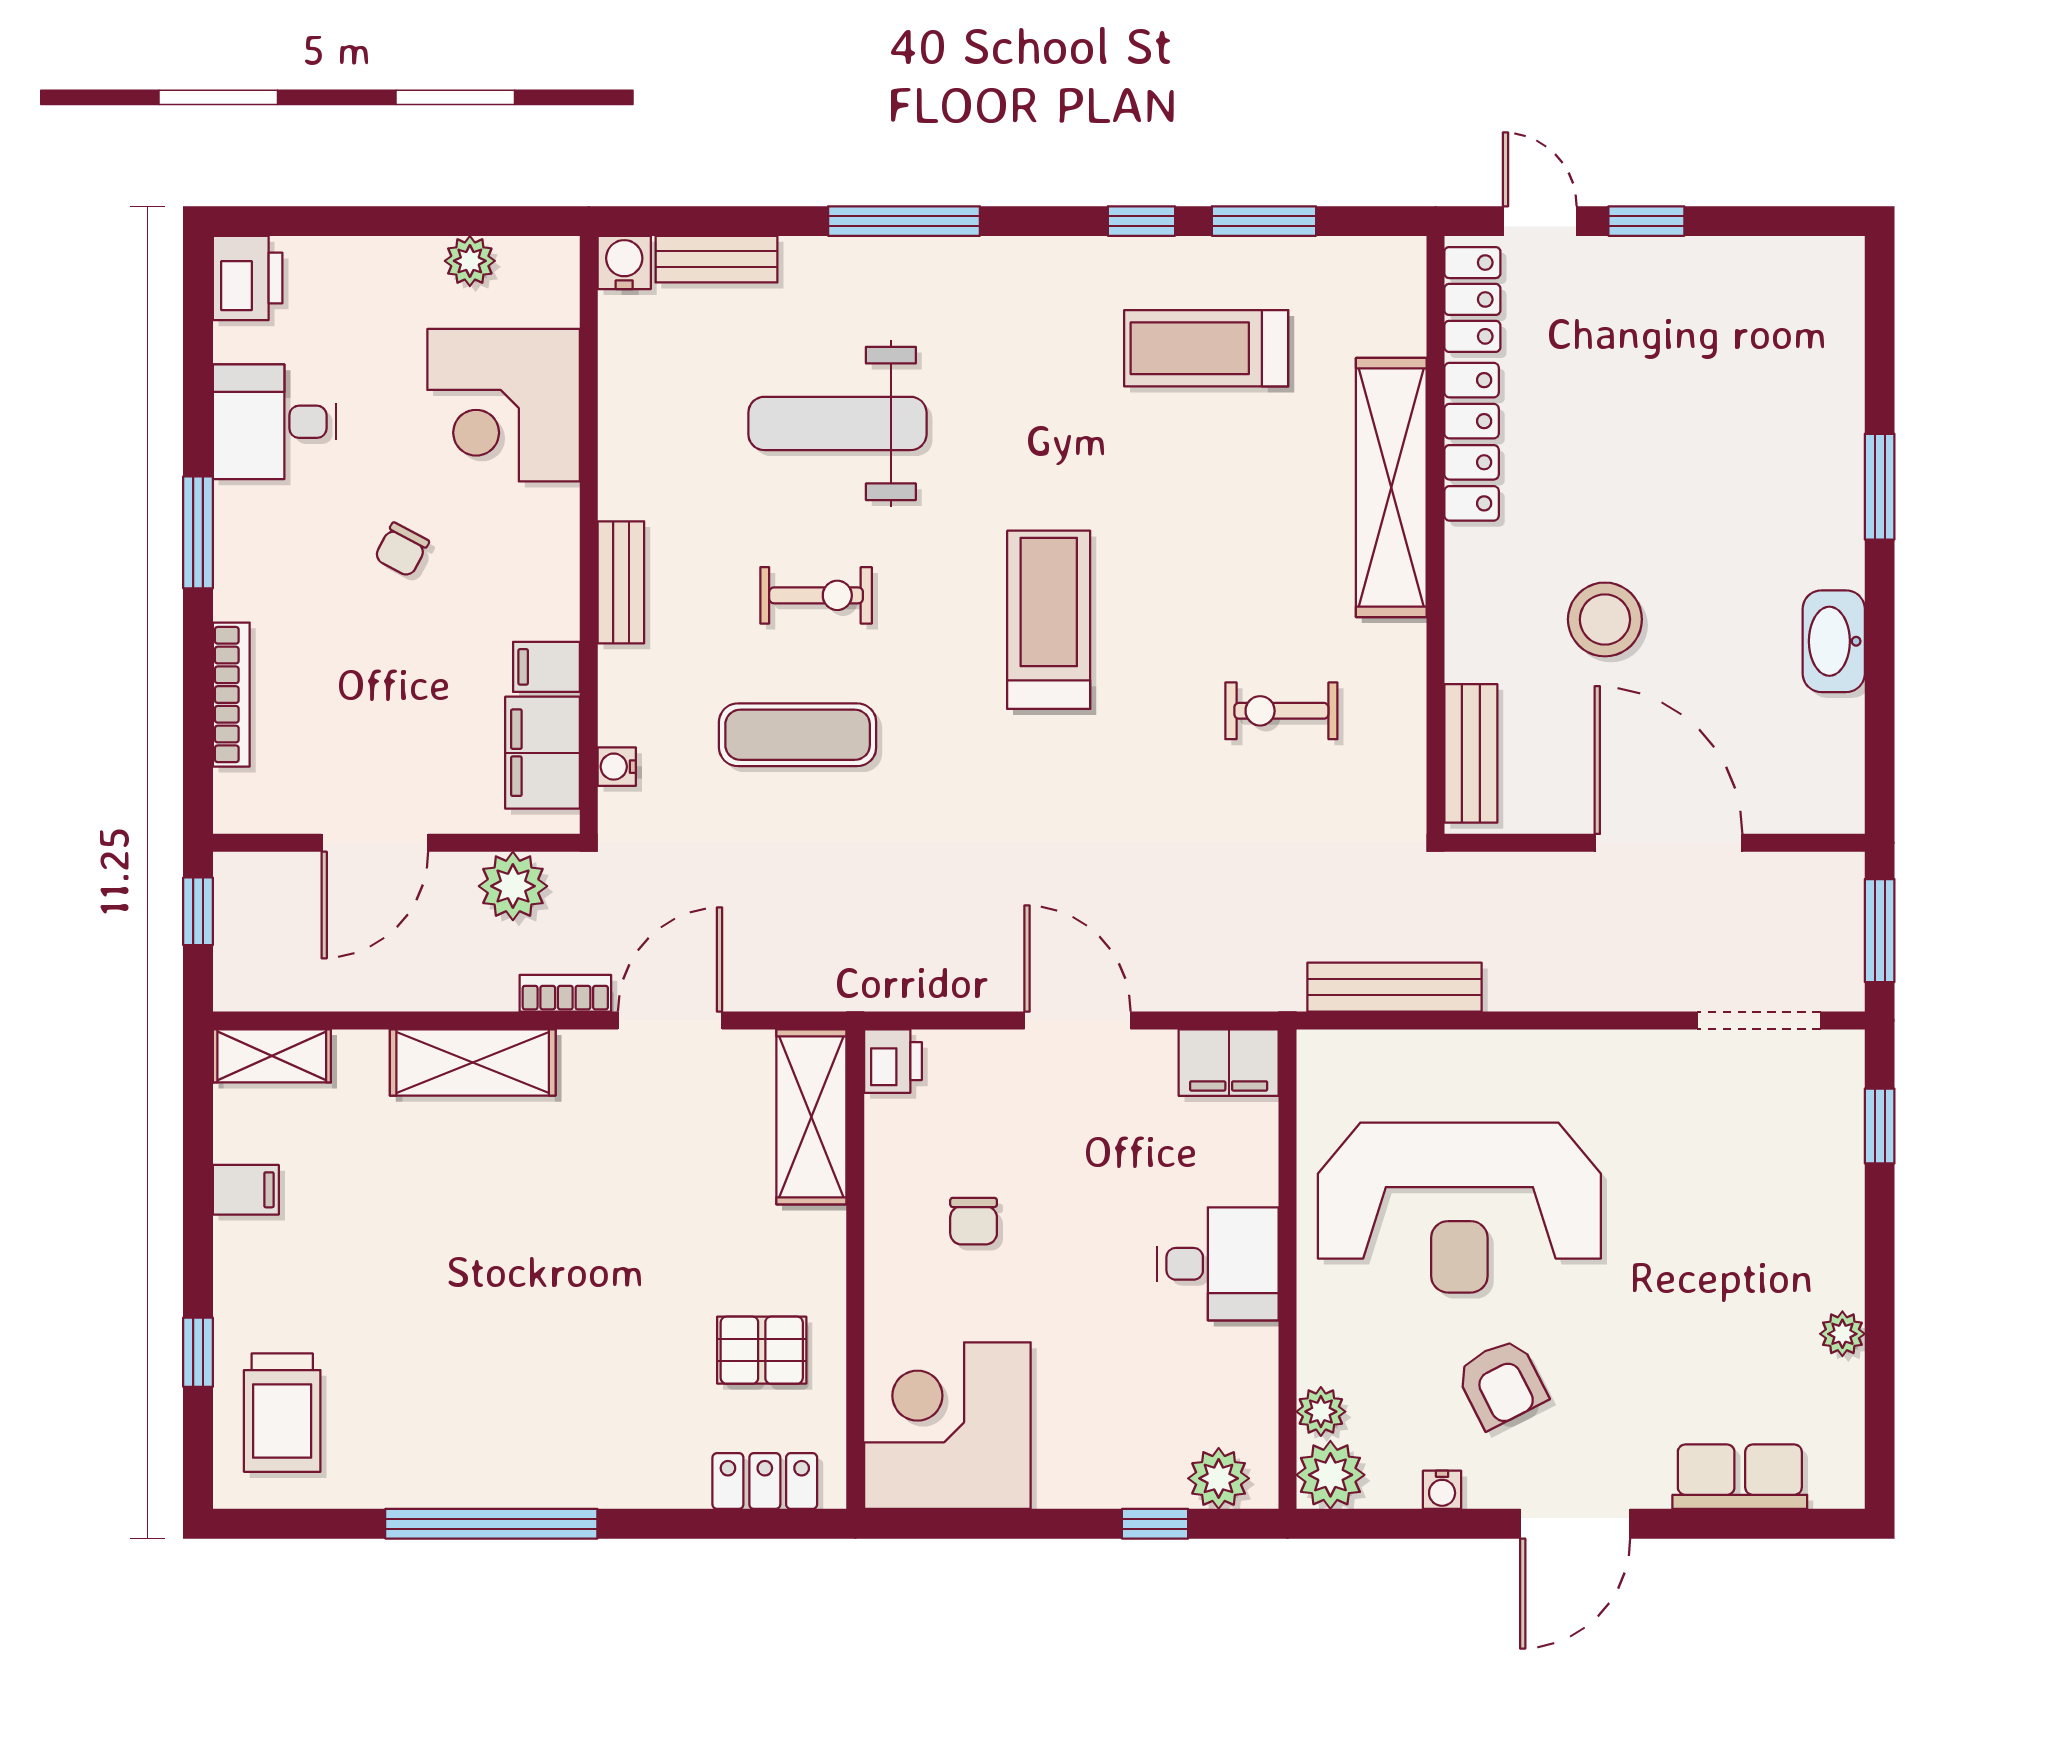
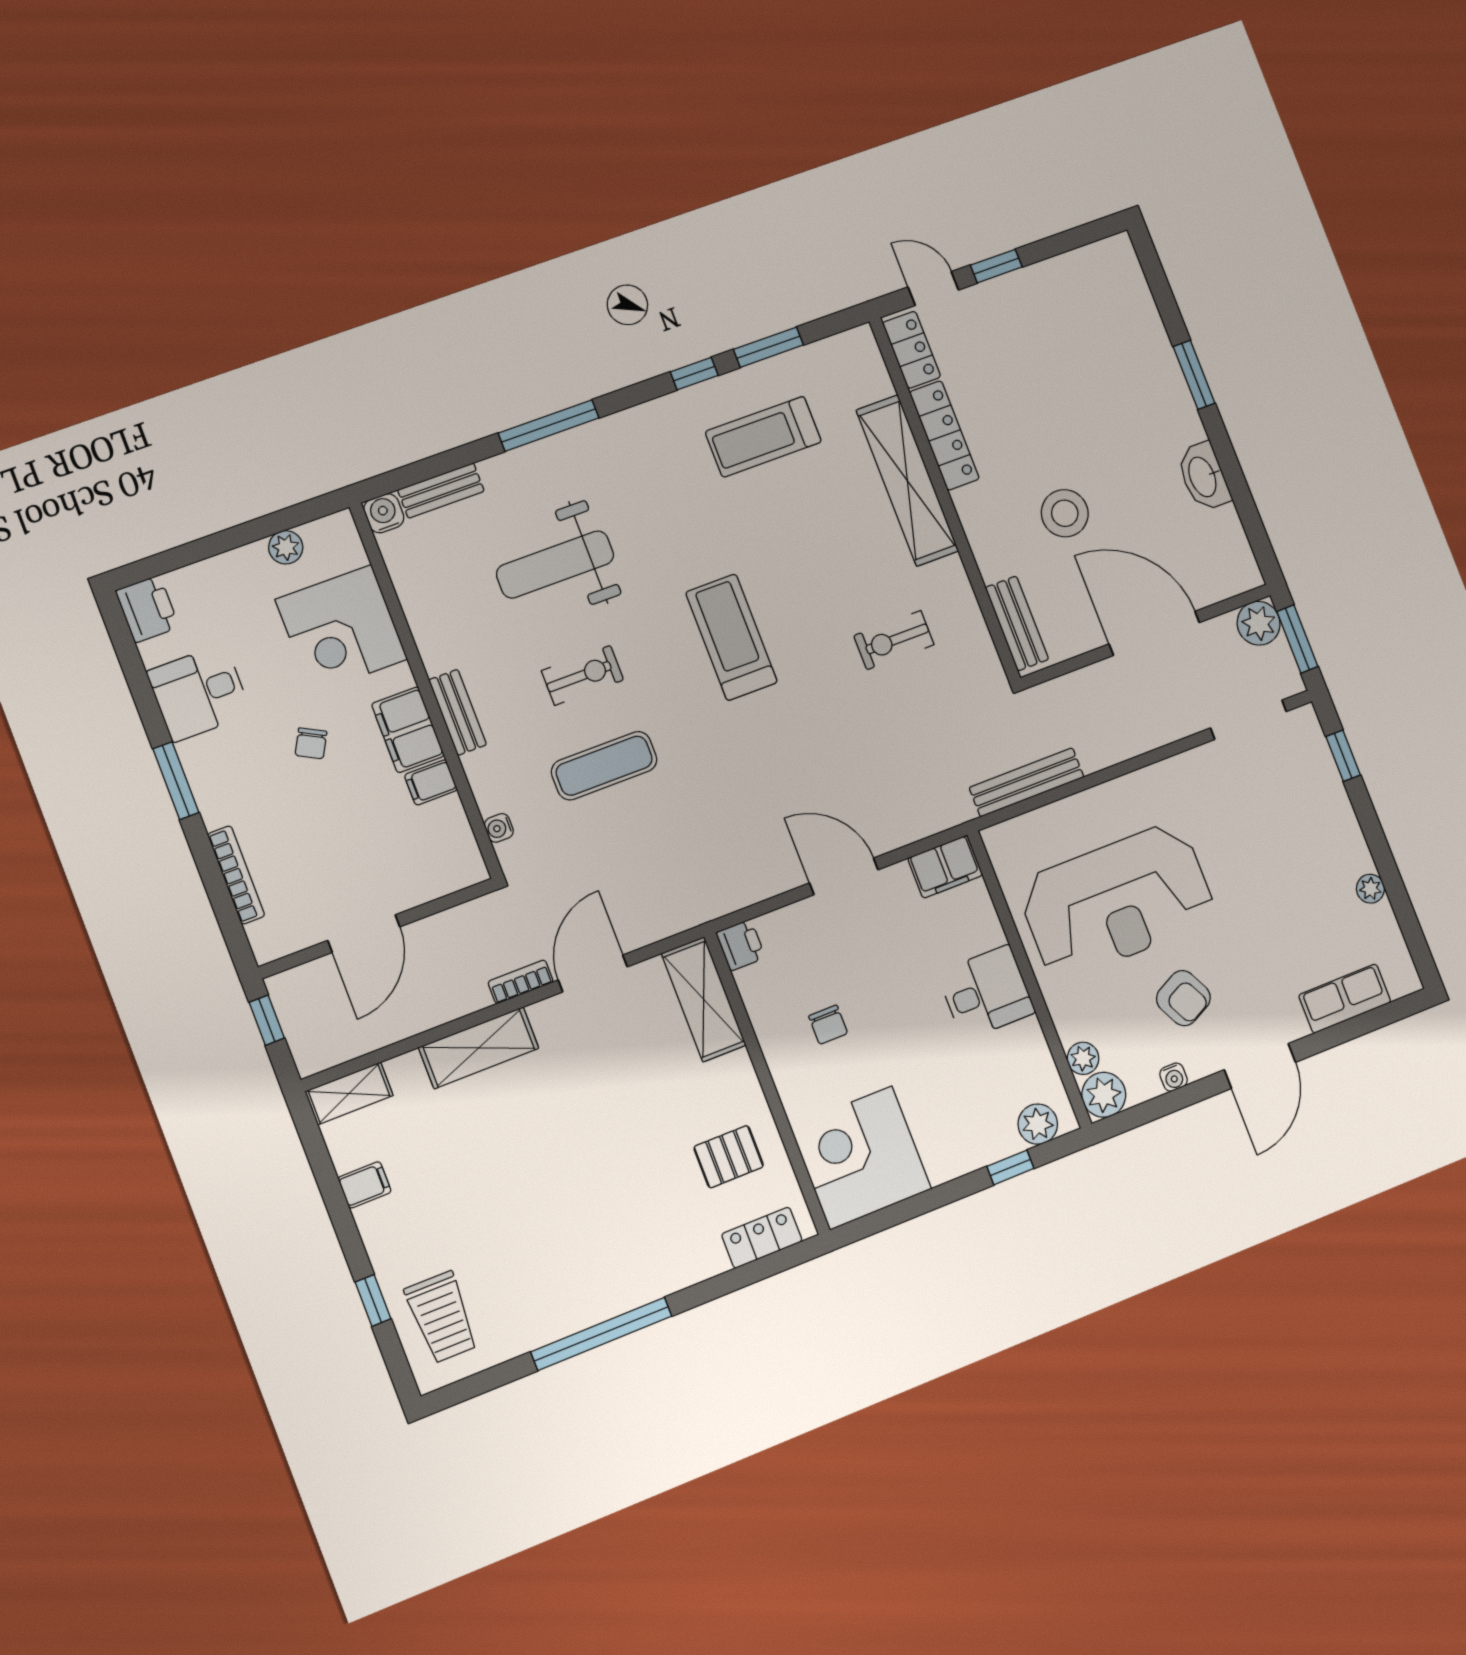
filing cabinet: (543, 753) -> (408, 730), moved
plant: (513, 886) -> (1259, 623), moved

